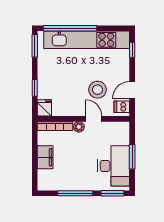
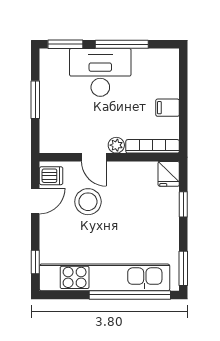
filing cabinet: (45, 157) -> (168, 108), width x0.50
desk: (114, 166) -> (100, 72), moved, turned 90

